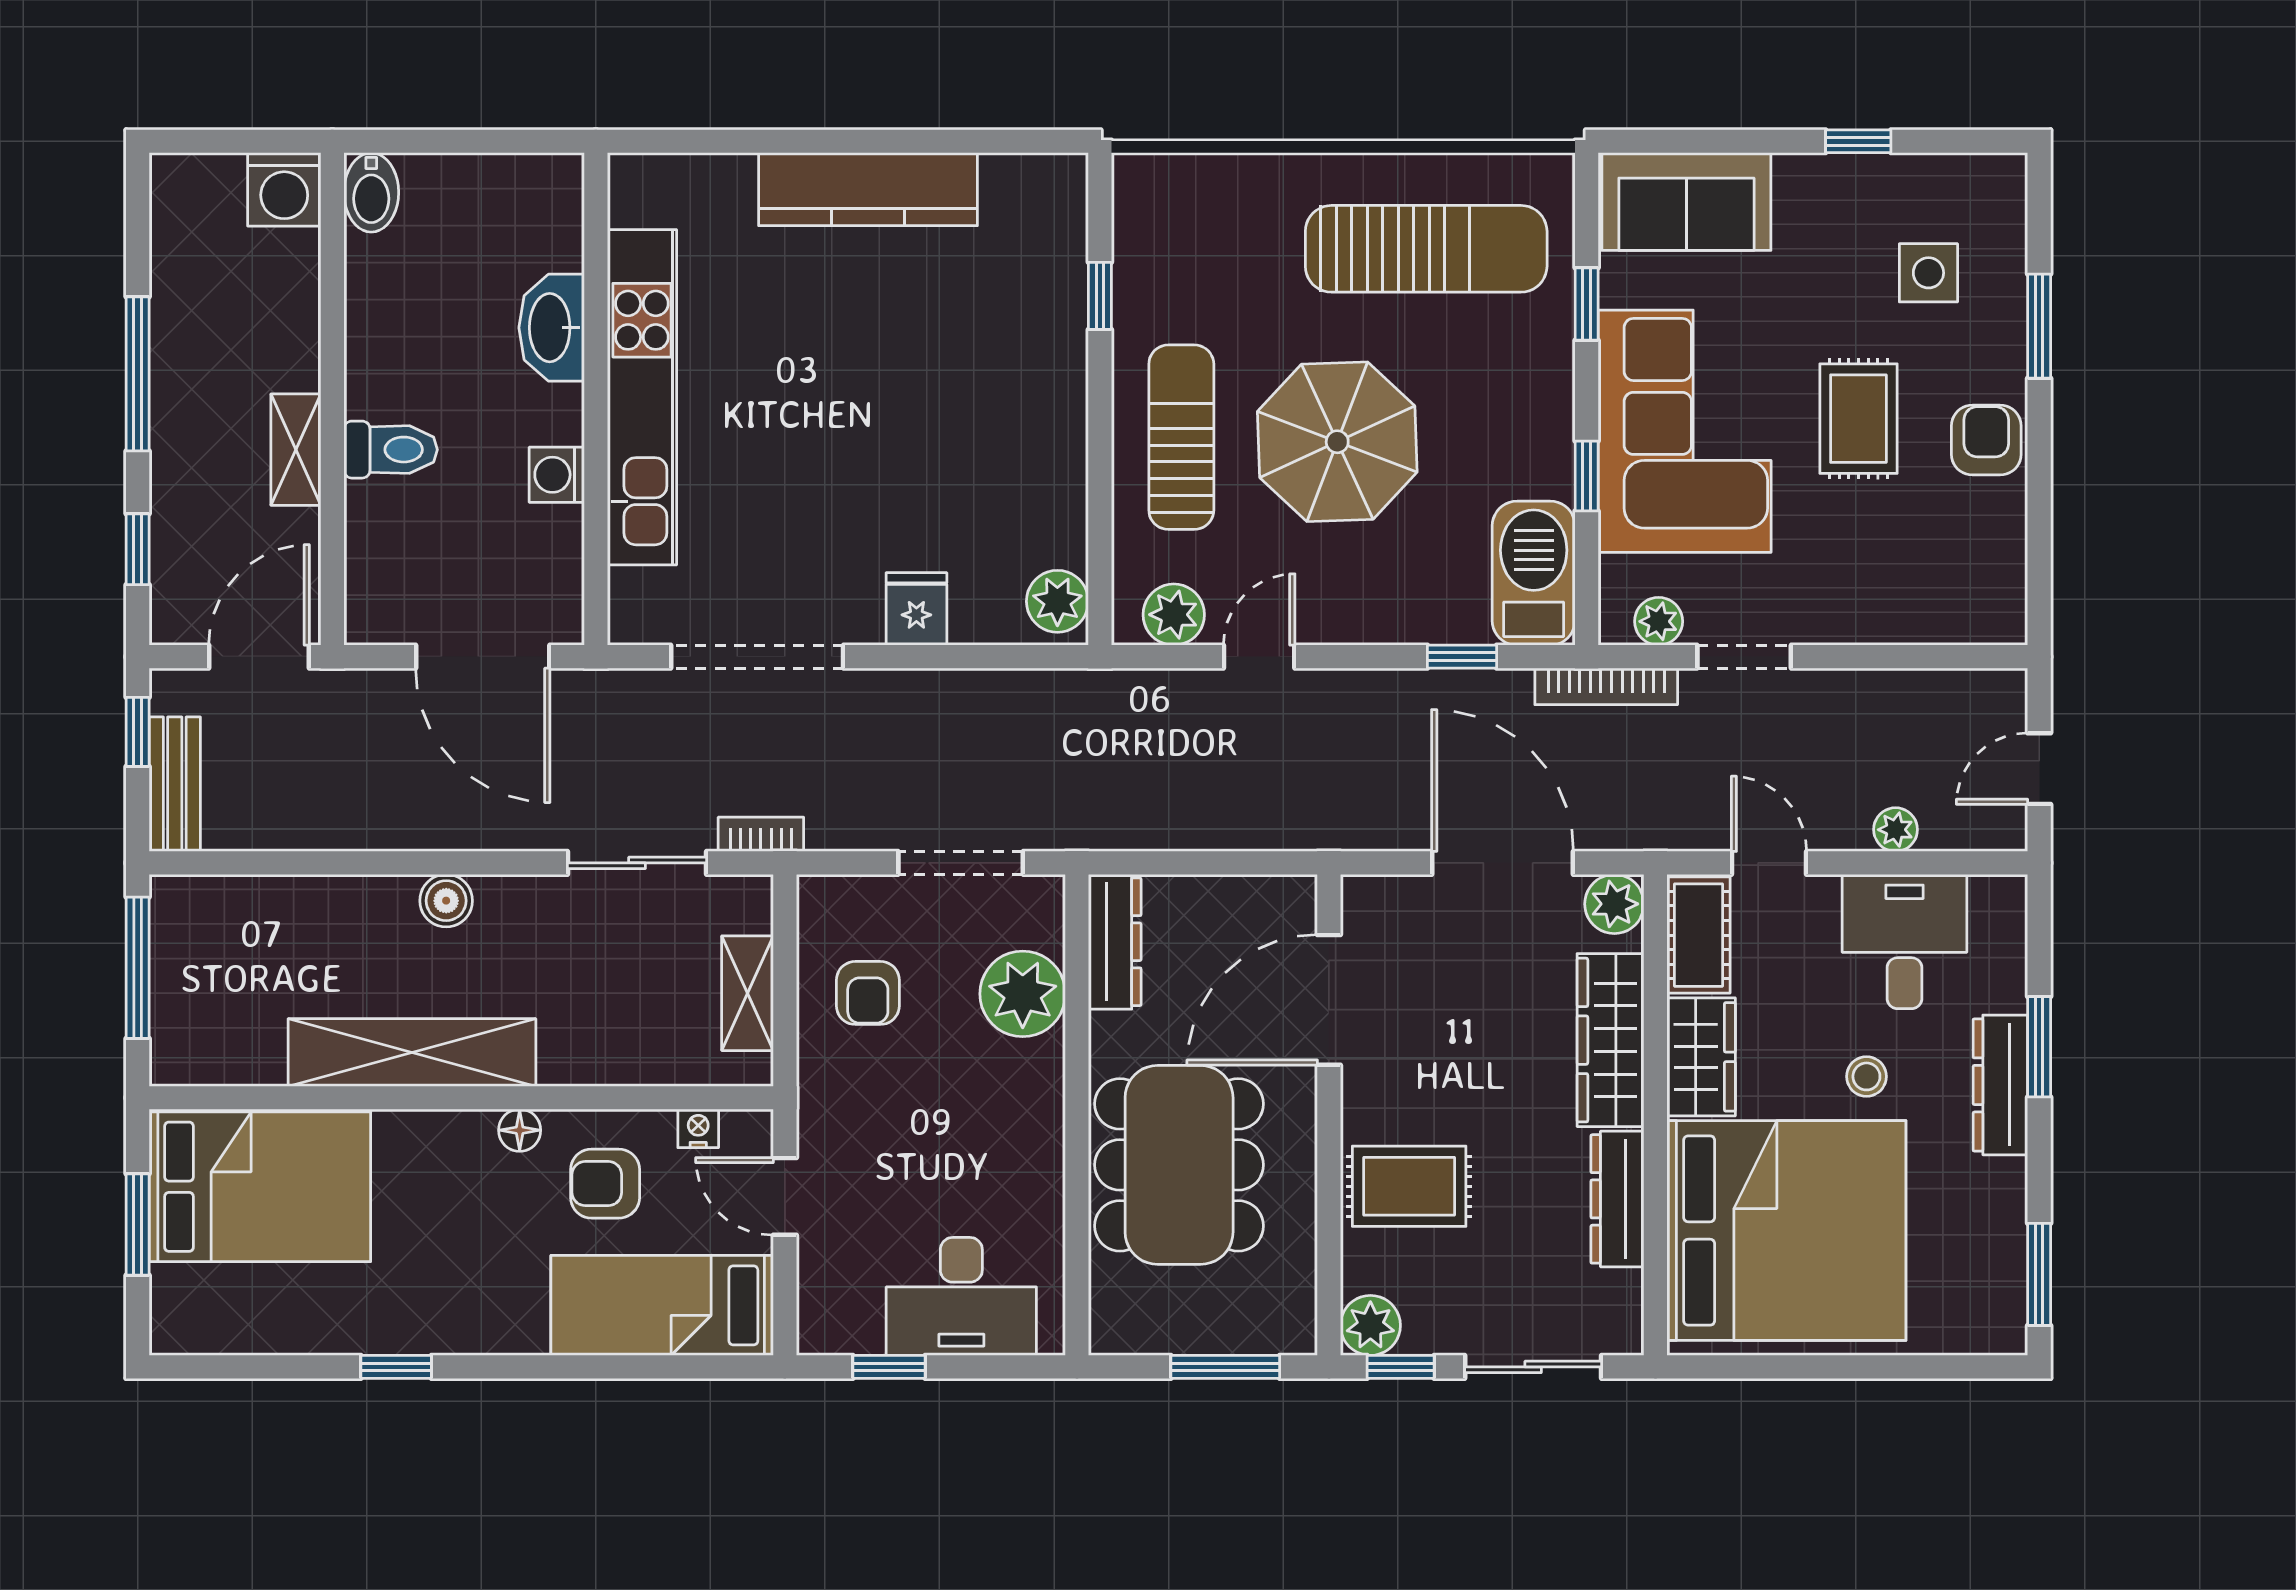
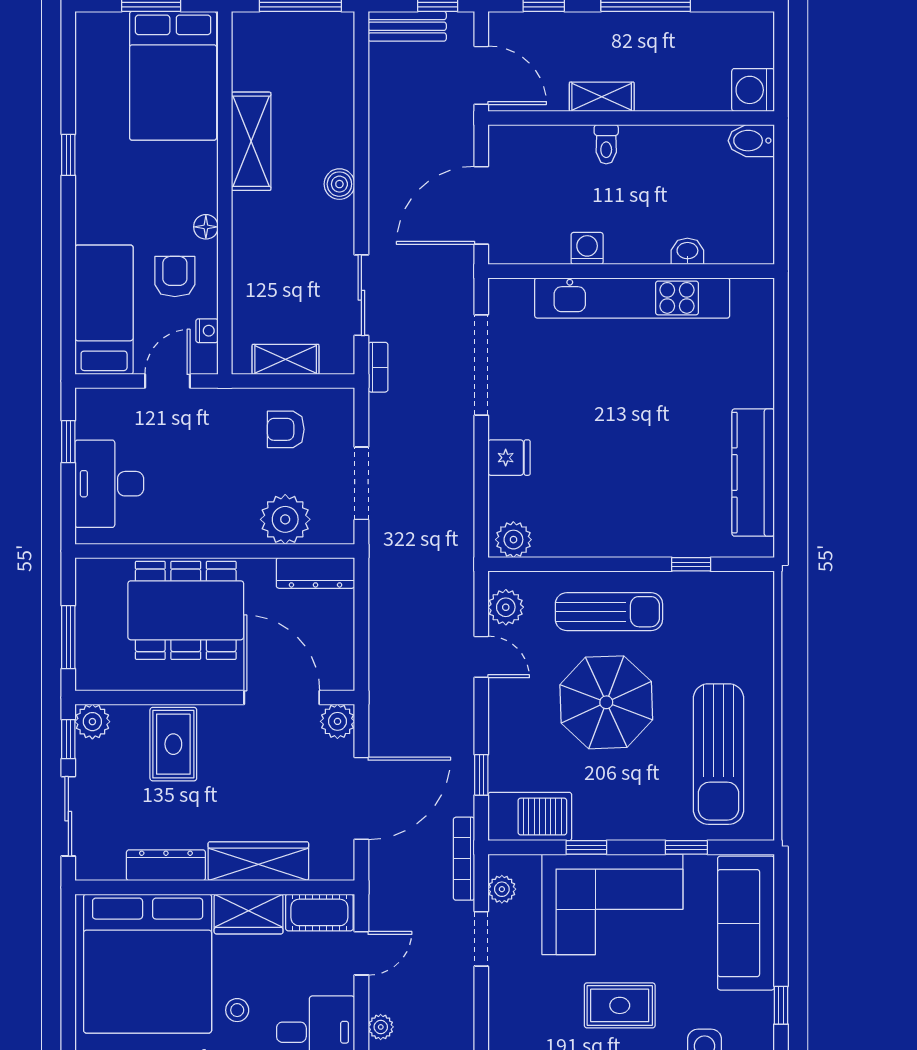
kitchen counter: (868, 189) -> (753, 473), moved
sofa: (1686, 202) -> (746, 923), width x1.36
washbasin: (552, 328) -> (687, 251), width x0.52, depth x0.69
toilet: (391, 450) -> (606, 144), width x0.73, depth x0.72
plant: (1614, 904) -> (337, 721), moved
shelving: (412, 1052) -> (251, 141), width x0.68

